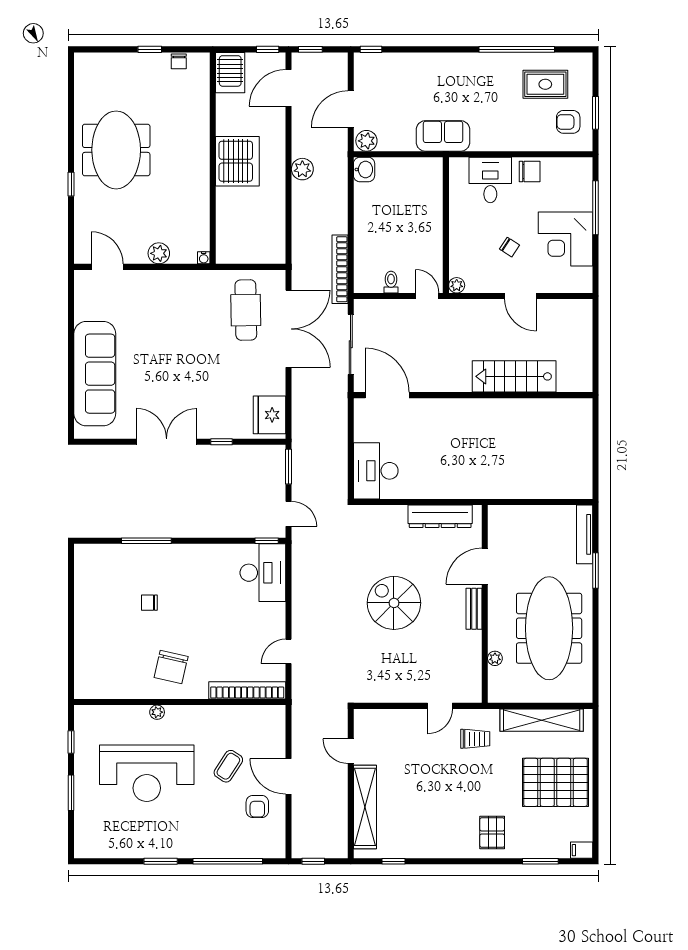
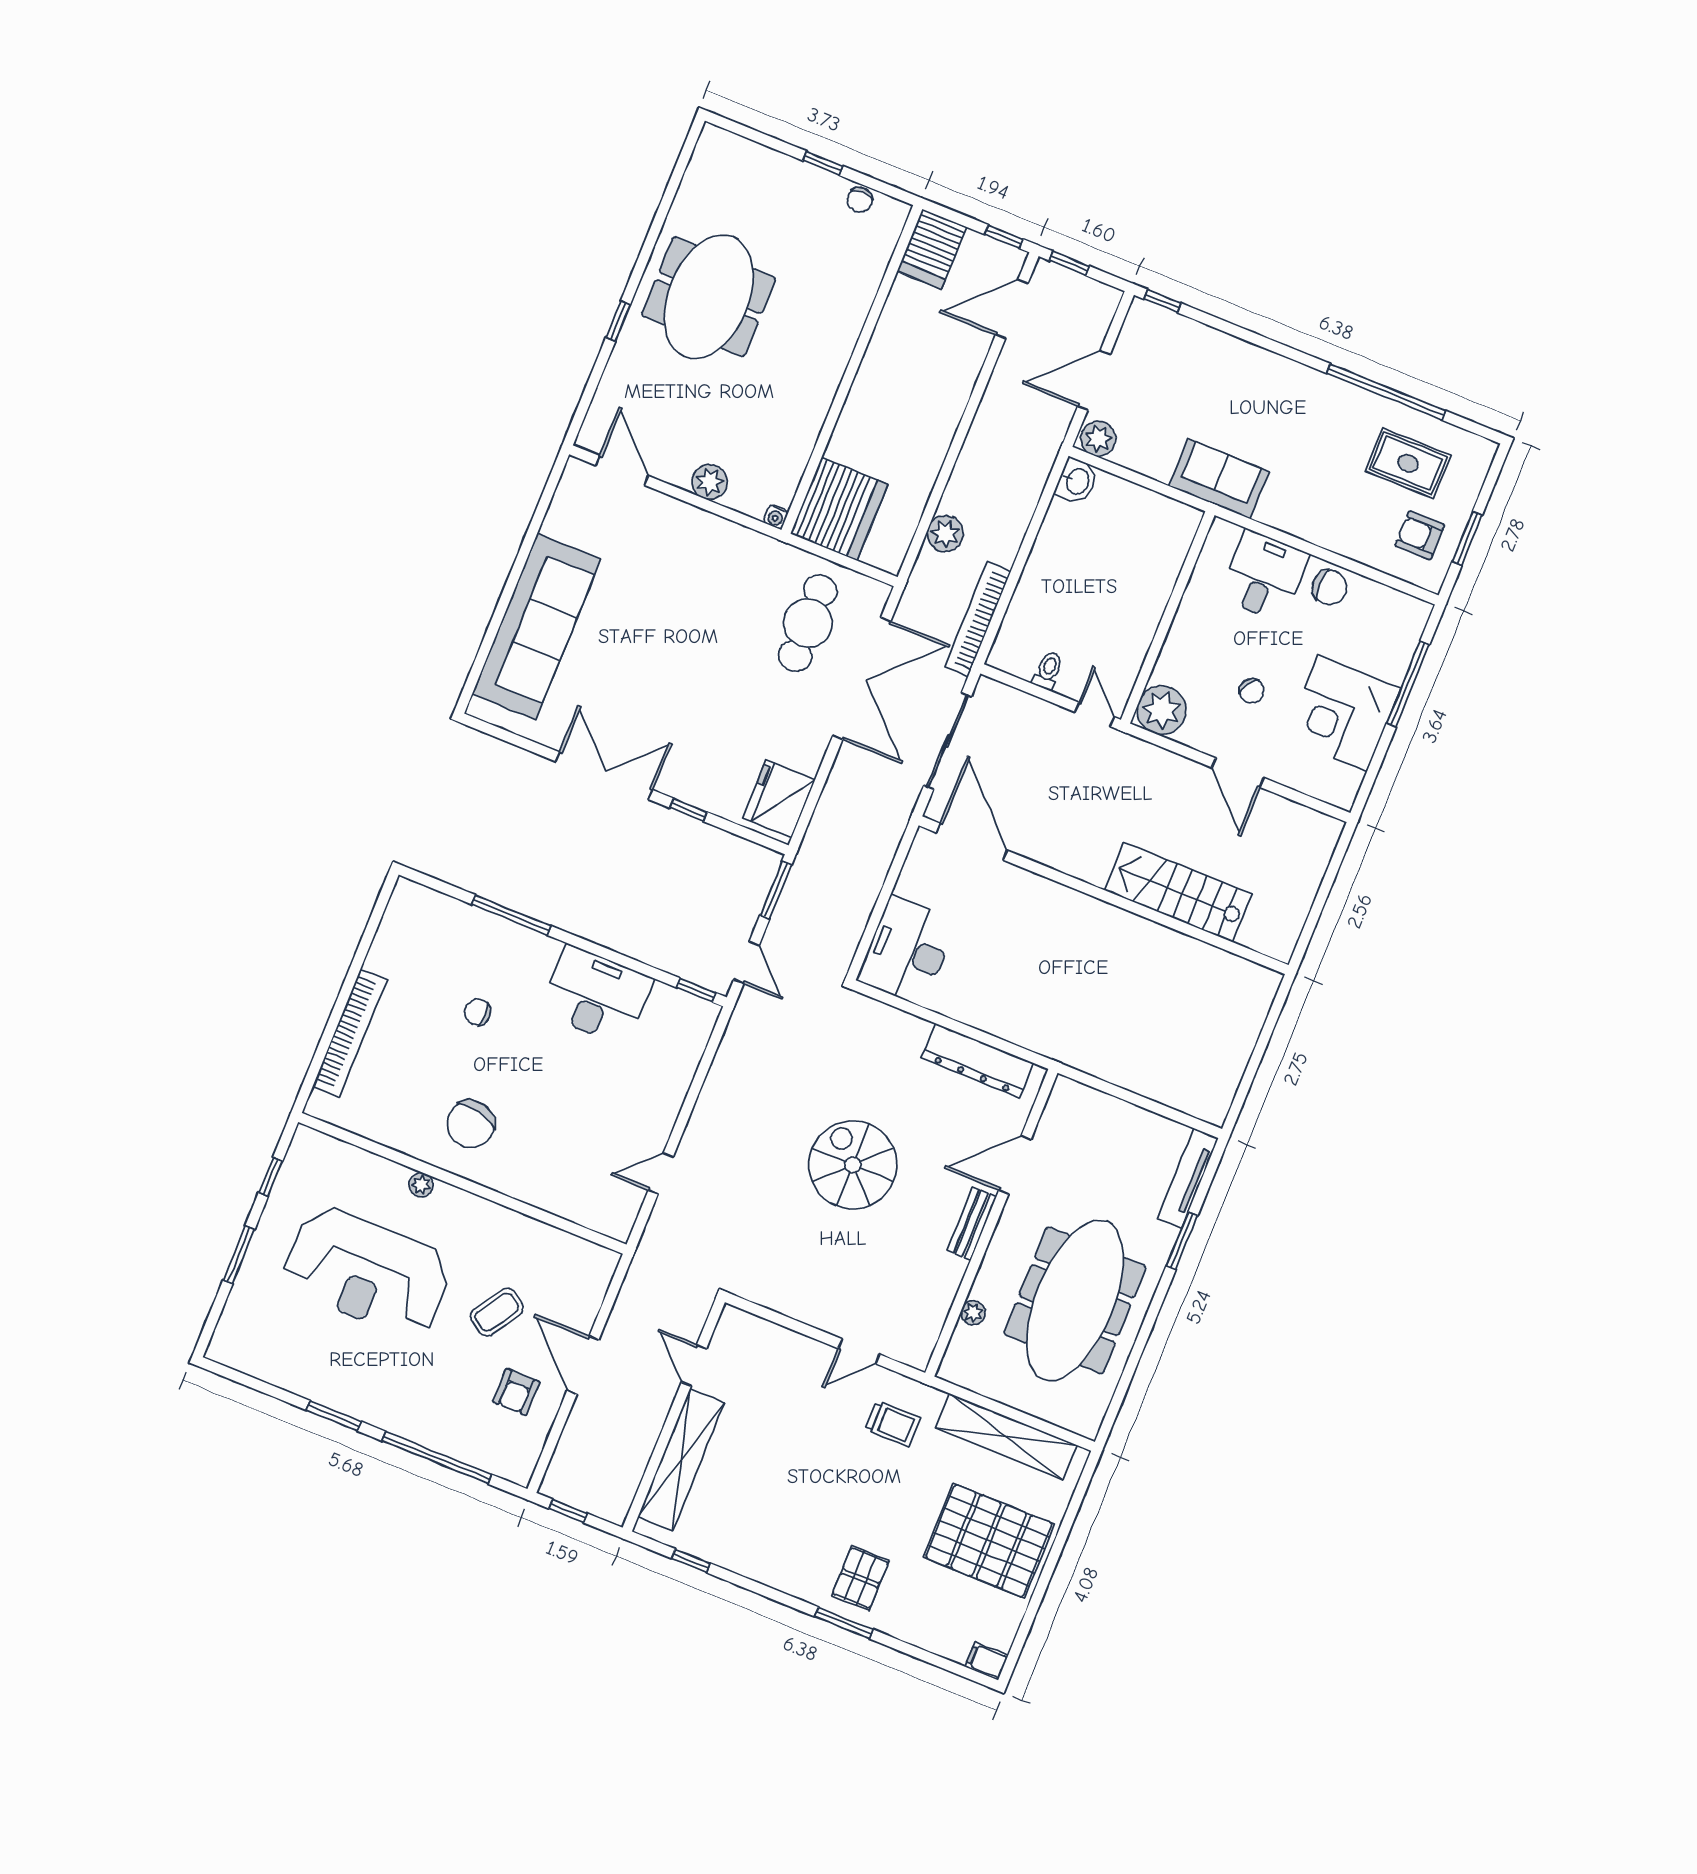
server rack: (237, 161) -> (839, 509), moved
plant: (302, 169) -> (945, 534), moved
plant: (457, 285) -> (1162, 710), width x1.87, depth x1.87
desk: (263, 573) -> (596, 995), moved, turned -90
bookcase: (247, 690) -> (350, 1033), moved, turned 90
window: (540, 861) -> (844, 1623), moved

